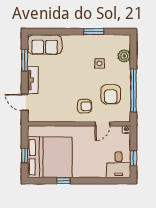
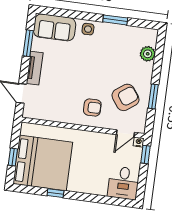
side table: (99, 64) -> (88, 29), moved
window: (133, 90) -> (153, 96), width x0.47
armchair: (111, 94) -> (125, 97), turned -126
door: (103, 124) -> (125, 133), moved
window: (133, 158) -> (146, 155), moved

